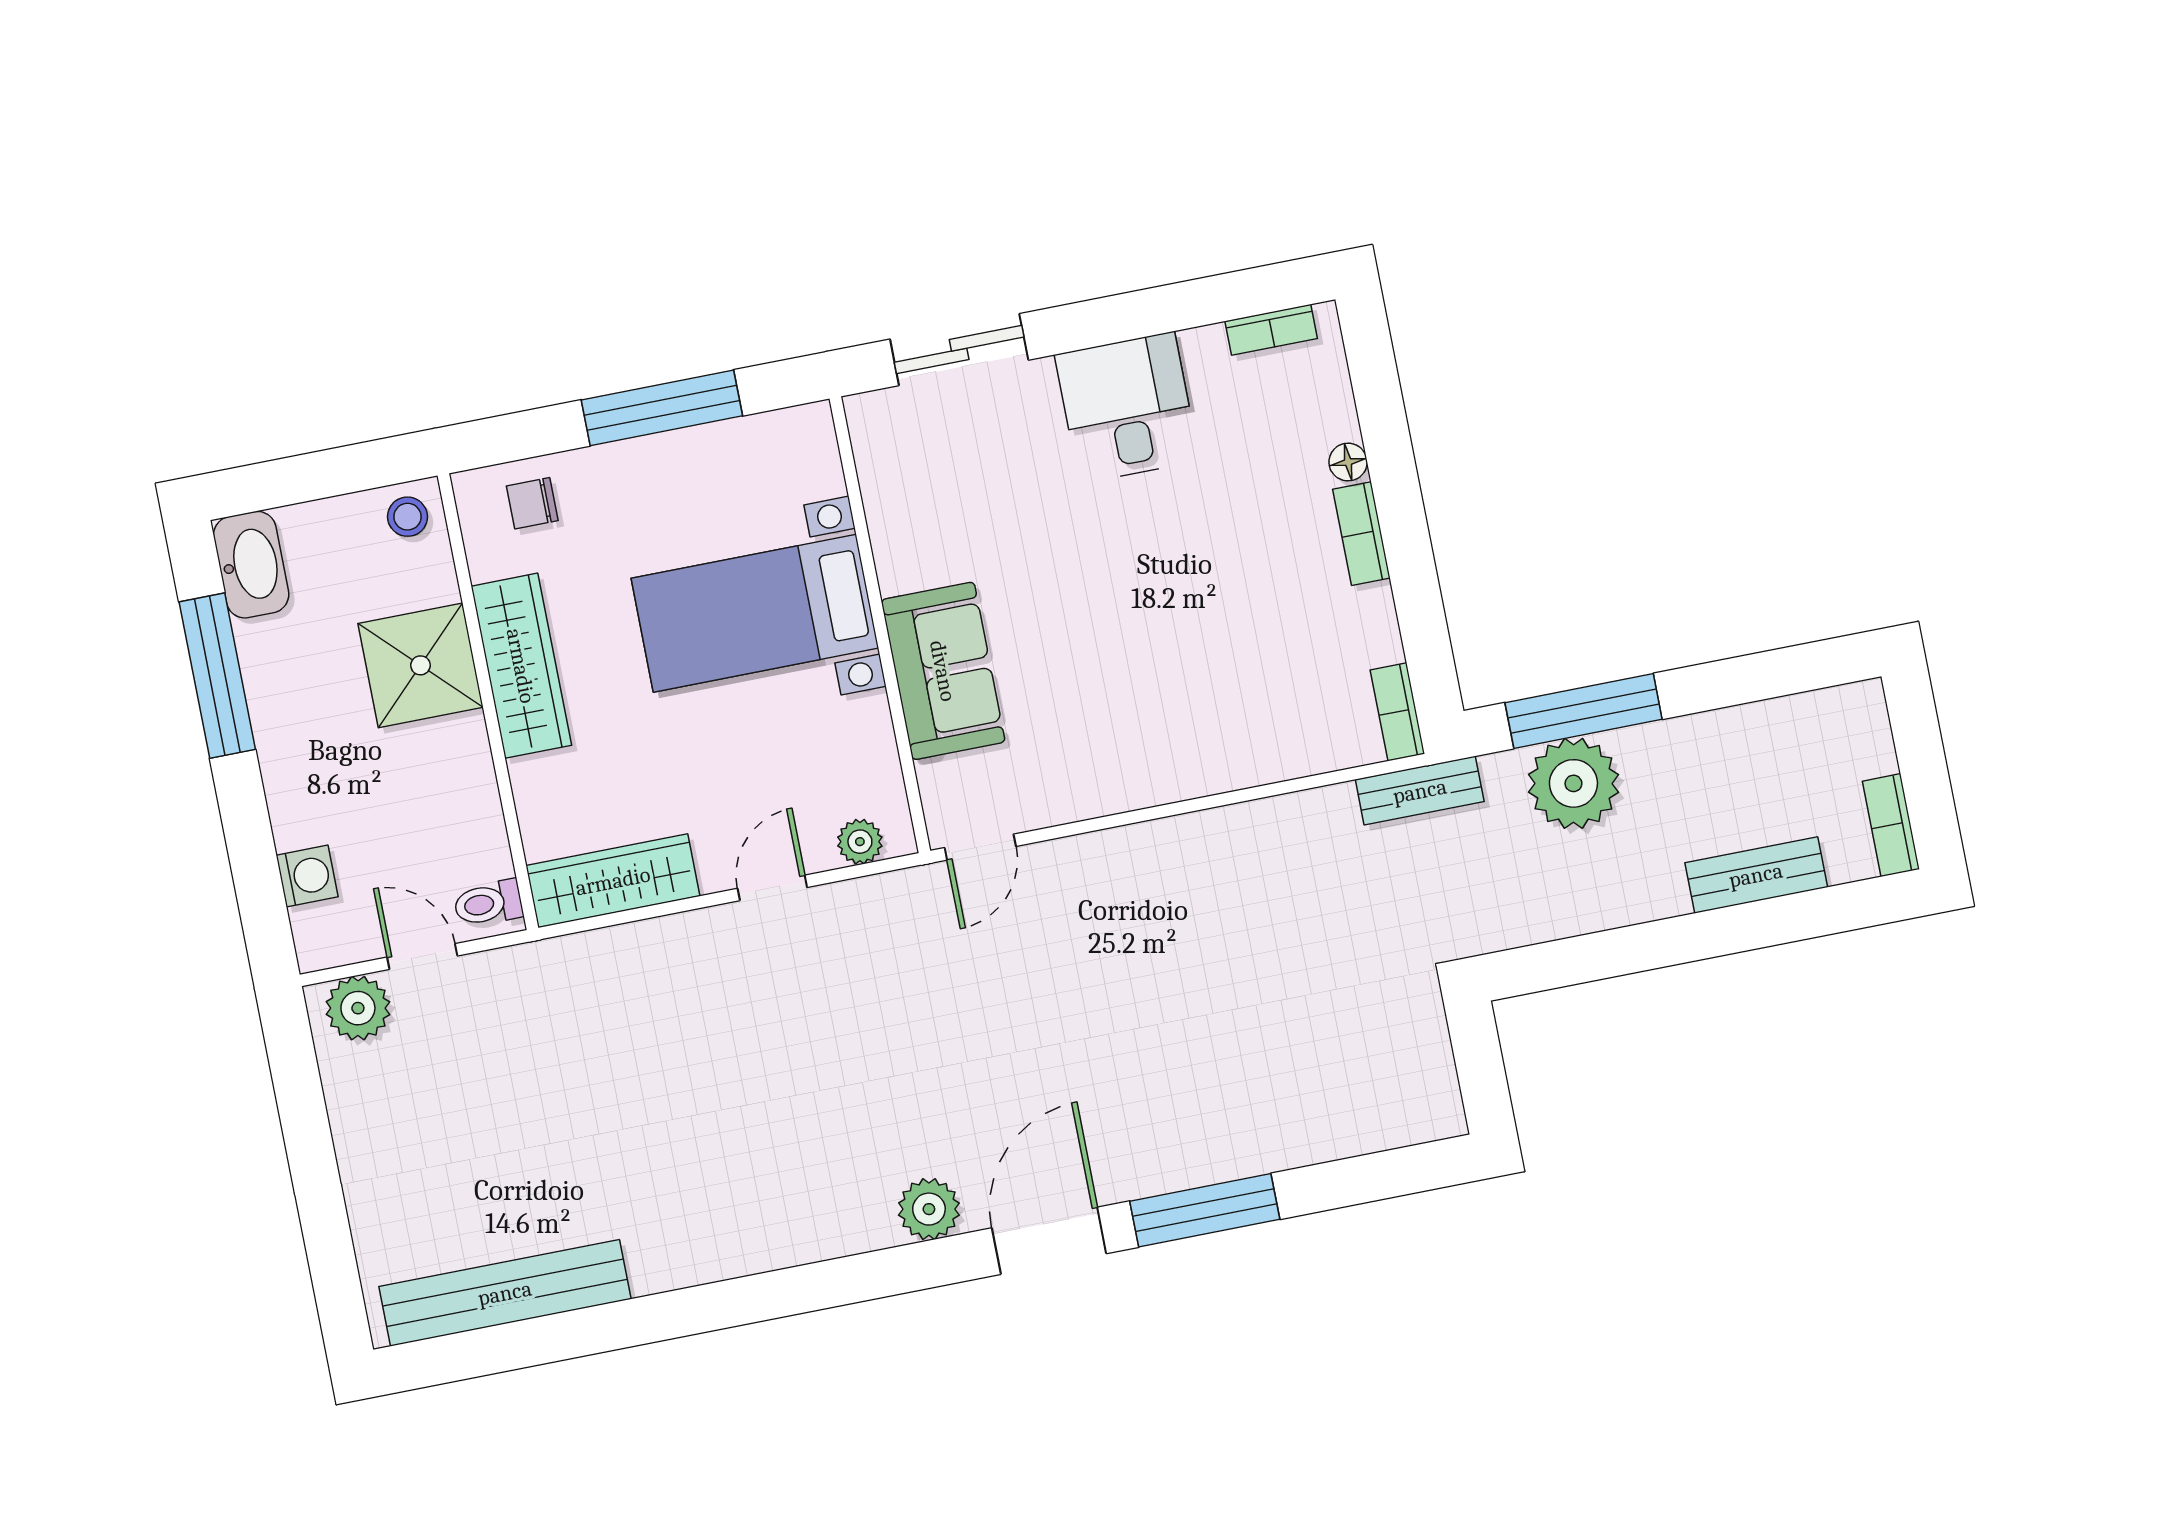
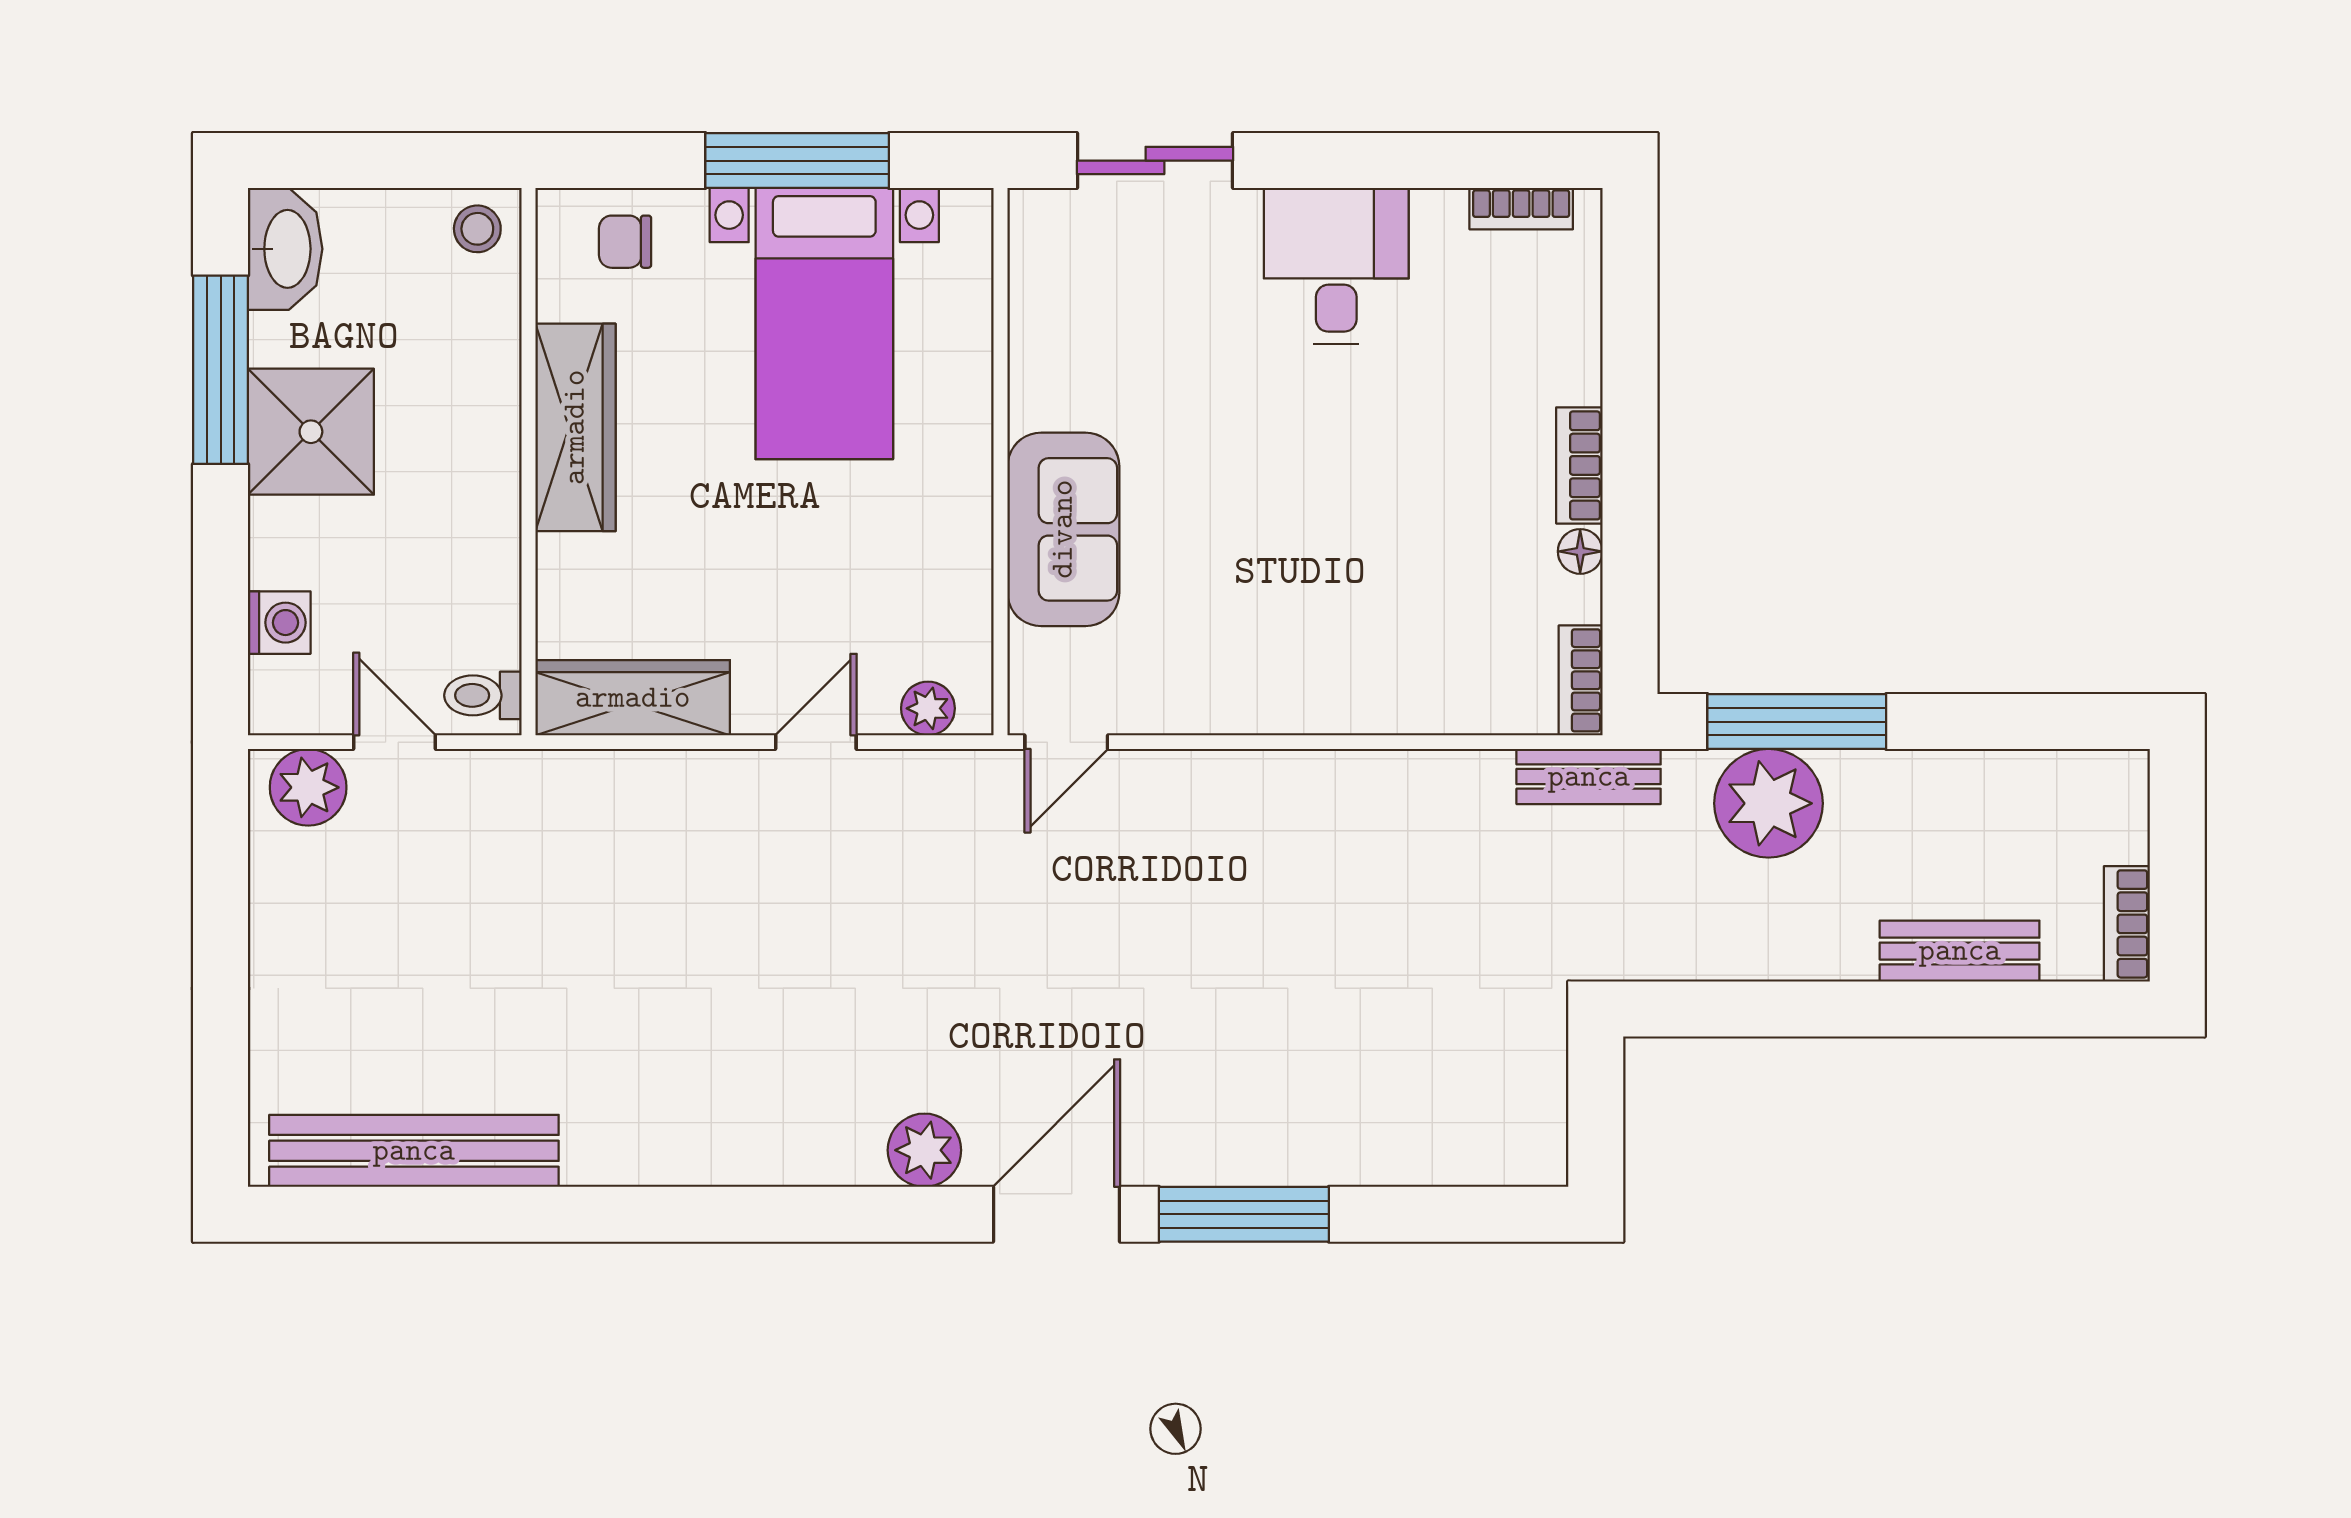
floor lamp: (1348, 462) -> (1580, 551), moved
bed with nightstands: (755, 613) -> (824, 324), moved, turned -90
shower: (421, 665) -> (311, 432), moved

